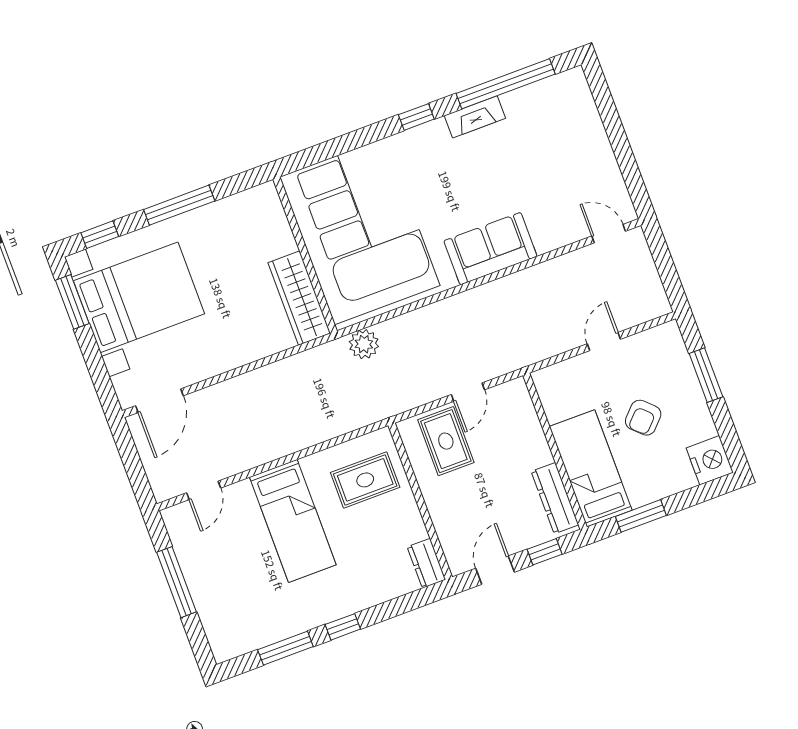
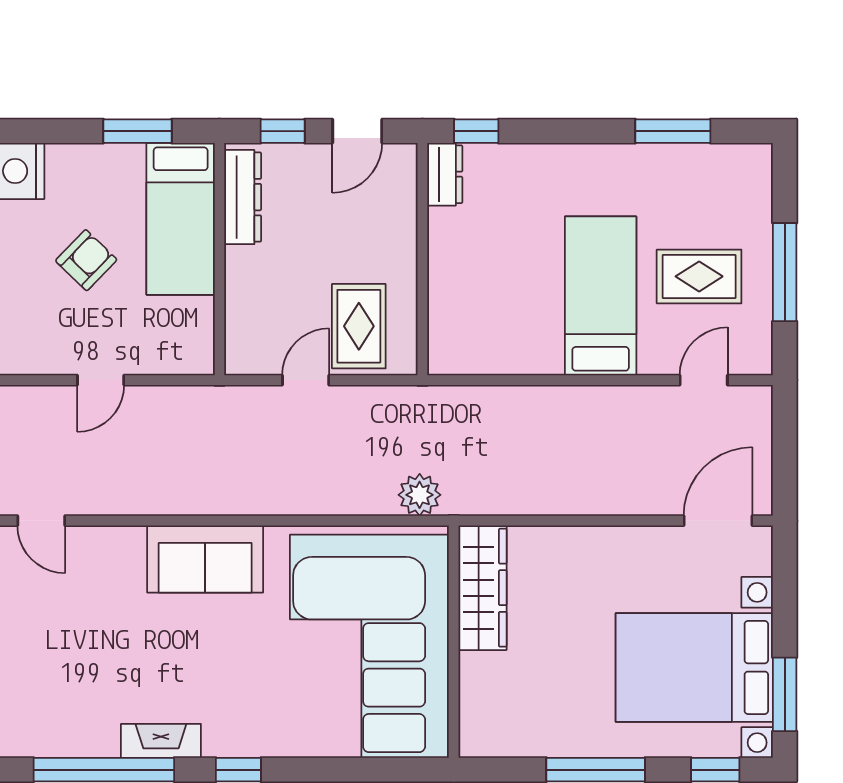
rug: (365, 480) -> (699, 276), moved
window: (343, 627) -> (476, 131), moved

